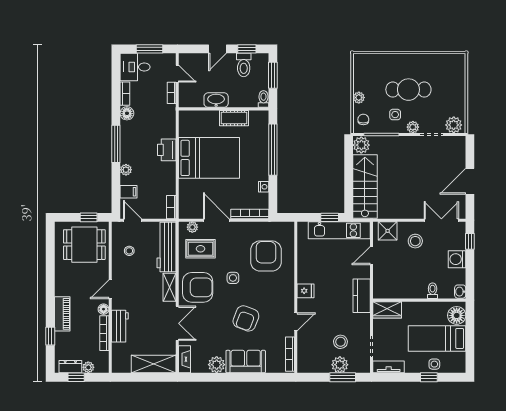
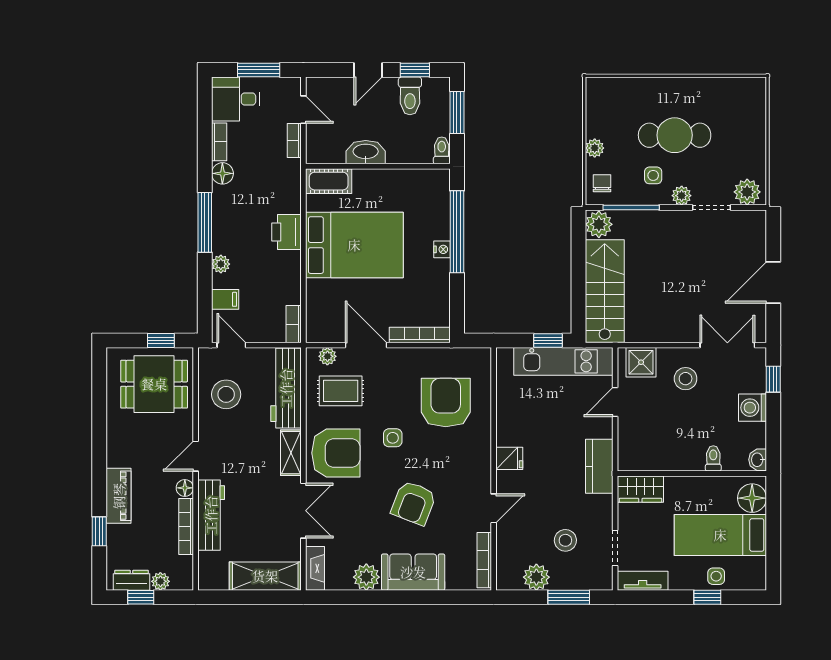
cot: (234, 118) -> (329, 181), moved
nightstand: (264, 187) -> (442, 249), moved
stool: (129, 251) -> (226, 394), width x1.89, depth x1.89
workbench: (120, 326) -> (211, 515), width x1.38
plant: (340, 365) -> (536, 577), moved

